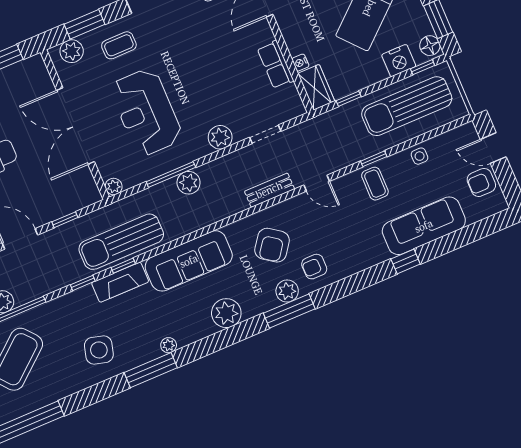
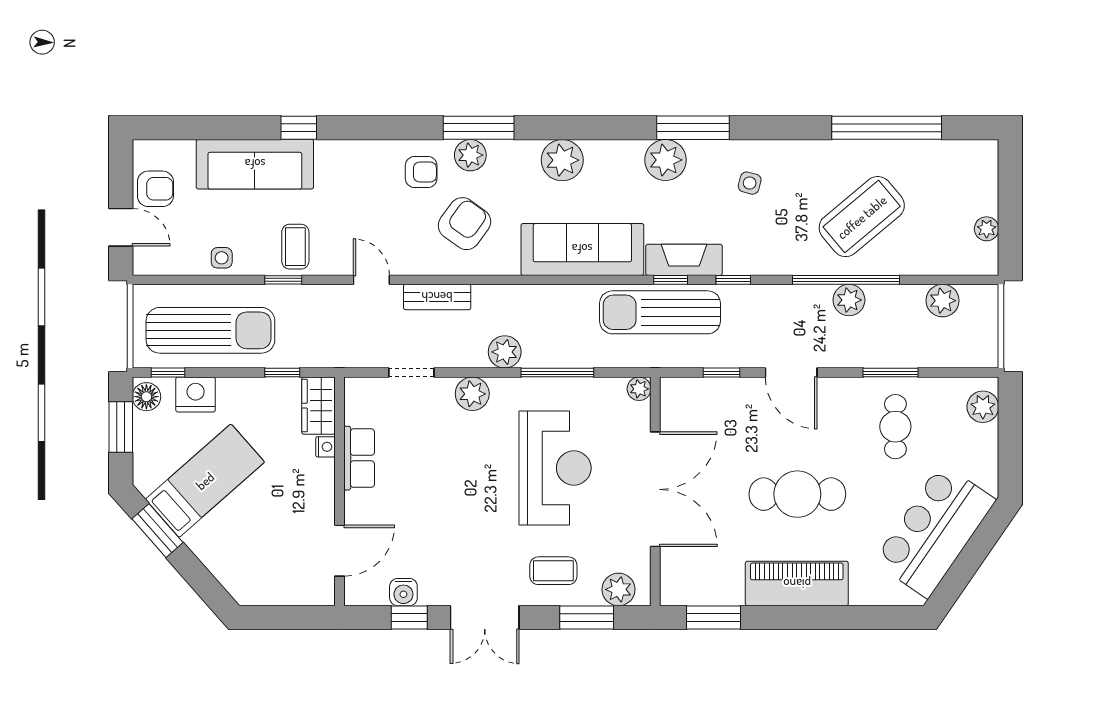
plant: (189, 183) -> (505, 352), moved
sun lounger: (121, 242) -> (660, 312), turned 180
plant: (169, 345) -> (665, 160), width x1.88, depth x1.88
side table: (99, 350) -> (750, 183), width x0.54, depth x0.54

